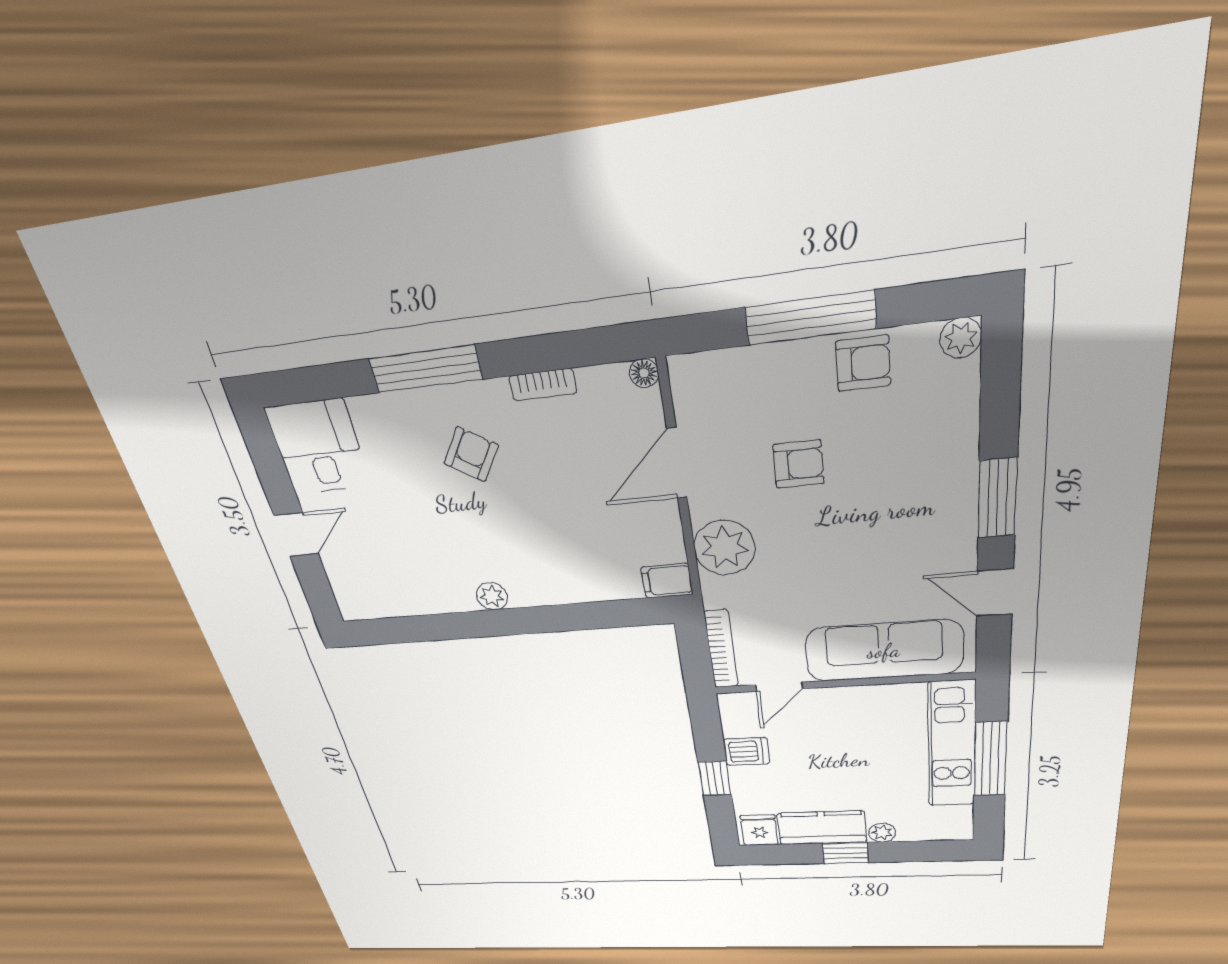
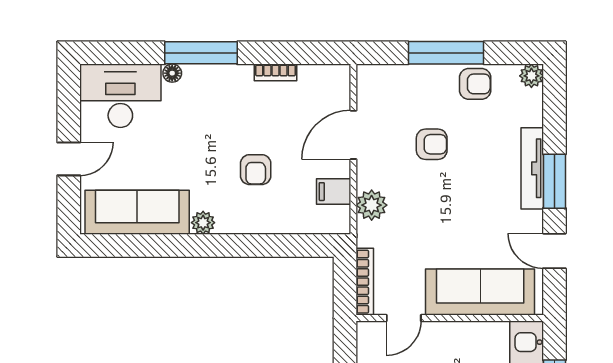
floor lamp: (644, 373) -> (172, 73), moved
desk: (318, 447) -> (120, 96), width x1.37
armchair: (471, 454) -> (256, 170), moved, turned 147
tv unit: (961, 483) -> (532, 168), added
plant: (724, 548) -> (372, 205), width x0.73, depth x0.73
filing cabinet: (667, 581) -> (334, 192), moved
sofa: (404, 591) -> (137, 212), added

